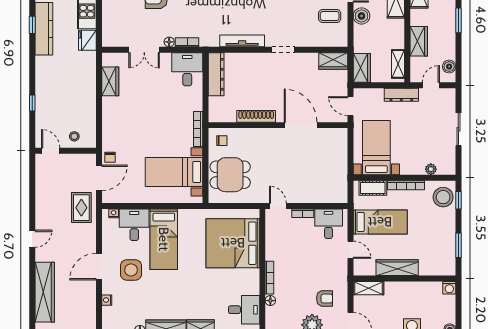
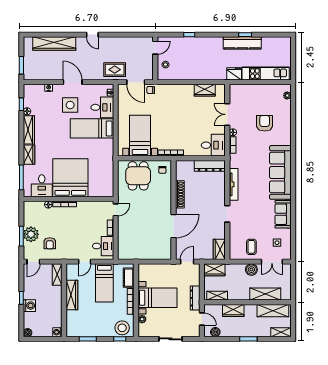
bed with nightstands: (376, 148) -> (157, 298), moved
bed: (233, 243) -> (70, 178), moved

